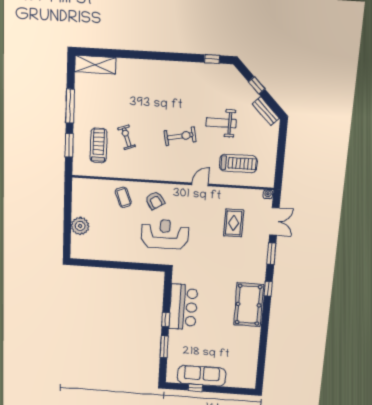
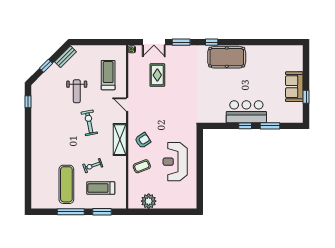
shelving: (95, 65) -> (120, 140), moved
exercise mat: (105, 103) -> (66, 184), added
double door: (274, 221) -> (154, 42), swing flipped
rug: (234, 223) -> (157, 75), turned 90
plant: (80, 226) -> (149, 201), moved
reception desk: (165, 234) -> (175, 162), moved
bar counter: (183, 307) -> (246, 112), moved
sofa: (202, 376) -> (294, 87), width x0.73

